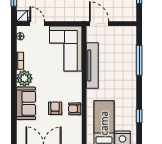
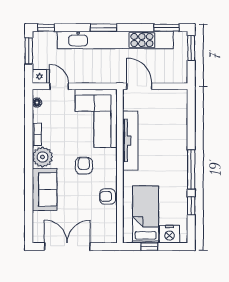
window: (139, 60) -> (191, 169), moved
armchair: (55, 108) -> (84, 166), moved

